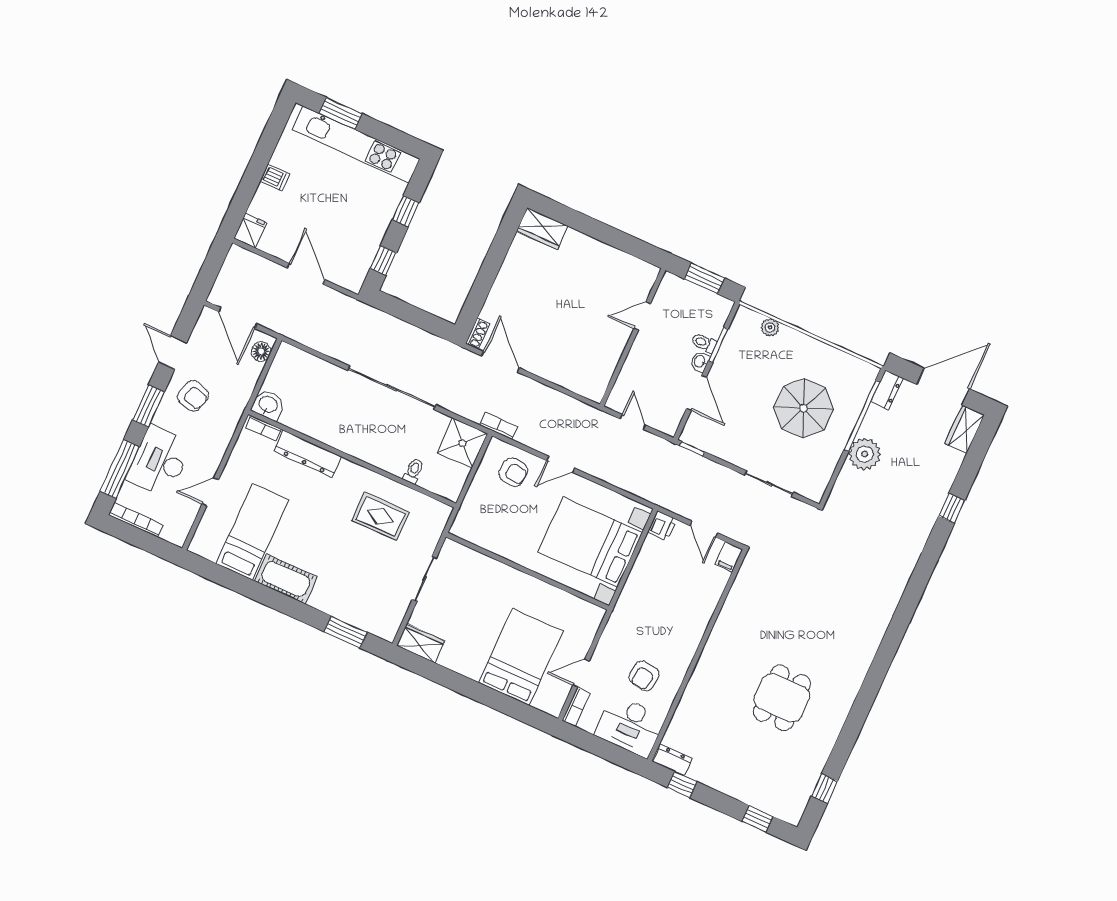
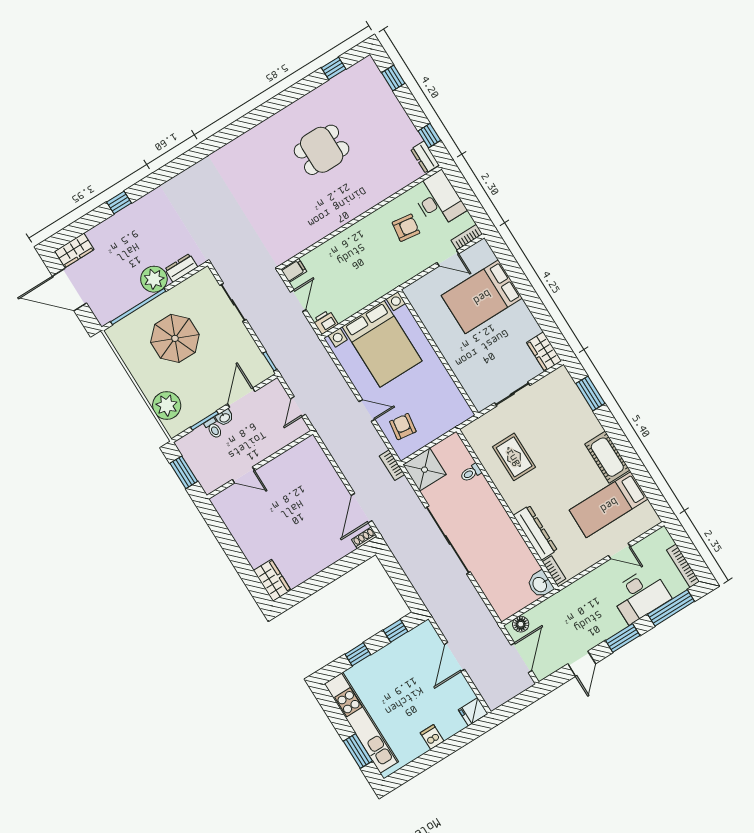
plant: (770, 327) -> (167, 405), width x1.87, depth x1.87
dresser: (887, 390) -> (181, 268), moved
armchair: (193, 396) -> (588, 625), removed

